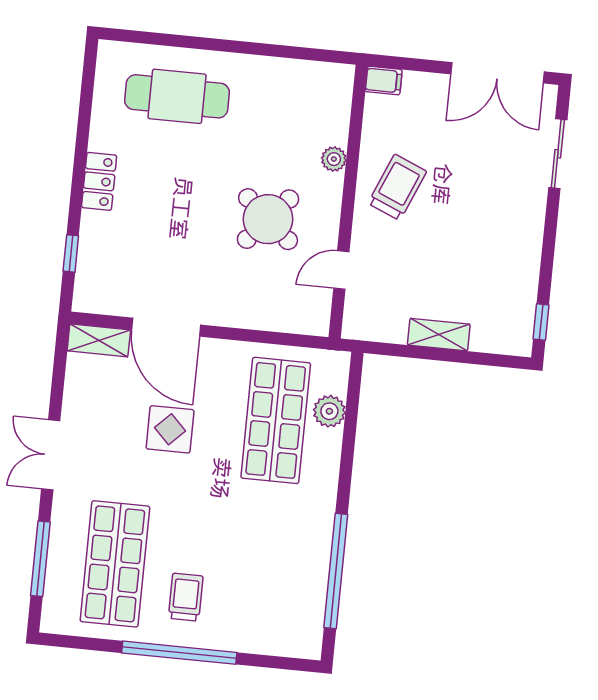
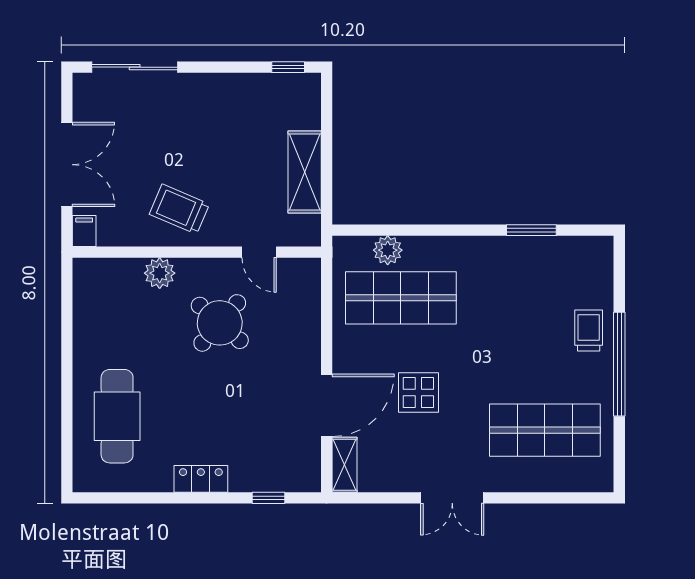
double door: (497, 73) -> (67, 165), moved
sliding door: (558, 154) -> (135, 67), width x1.37
plant: (334, 159) -> (160, 273), width x1.38, depth x1.38
shelving: (439, 335) -> (305, 172), width x1.50, depth x1.33
window: (40, 559) -> (547, 498), removed
window: (336, 571) -> (531, 230), width x0.47
trolley: (186, 597) -> (589, 330), moved, turned 90

